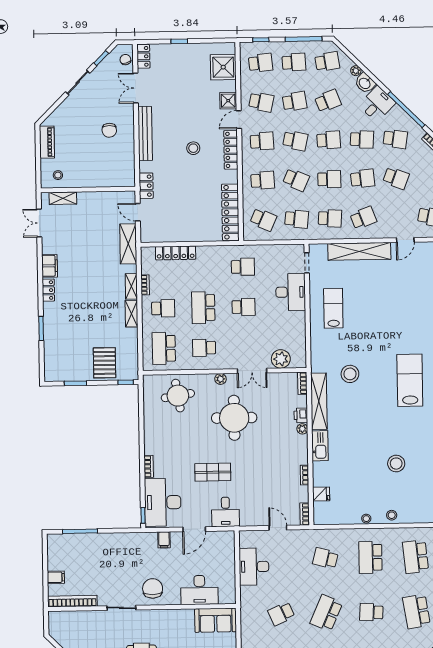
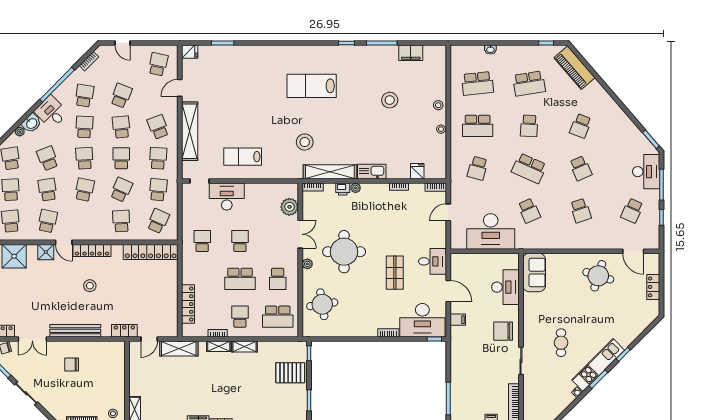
chair: (109, 130) -> (72, 364), turned 180
school desk: (262, 141) -> (84, 221), removed
door: (405, 240) -> (180, 88), swing flipped
desk: (254, 567) -> (491, 231), width x1.36, depth x1.30

